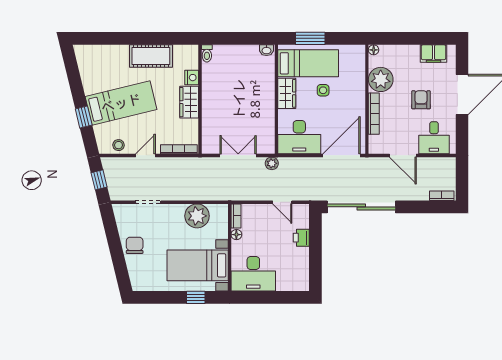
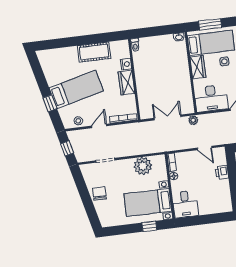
desk: (253, 274) -> (185, 204), width x0.73

